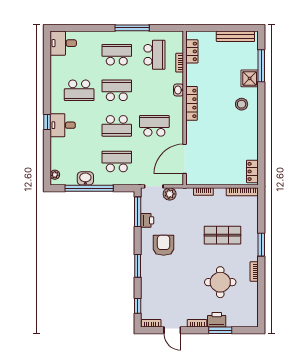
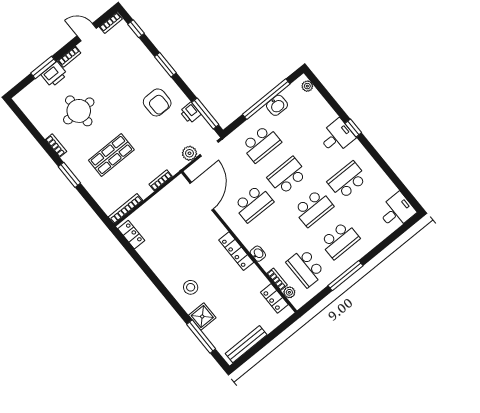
plant: (179, 47) -> (289, 292), added

